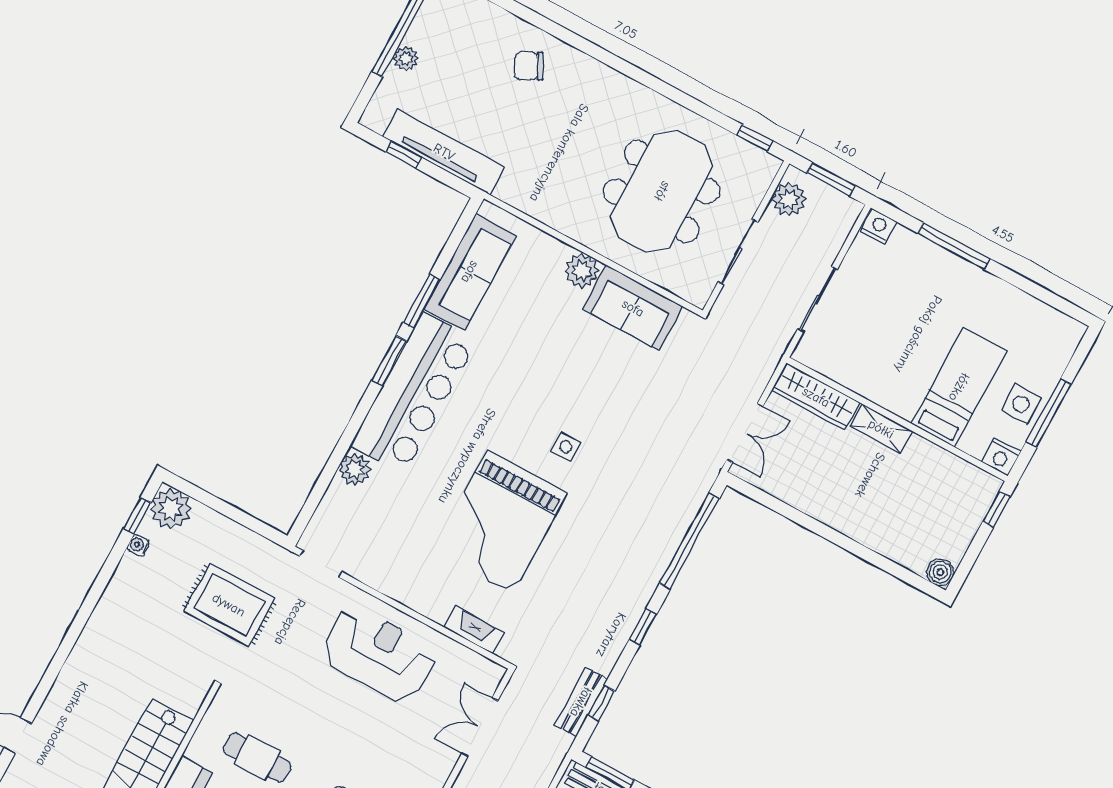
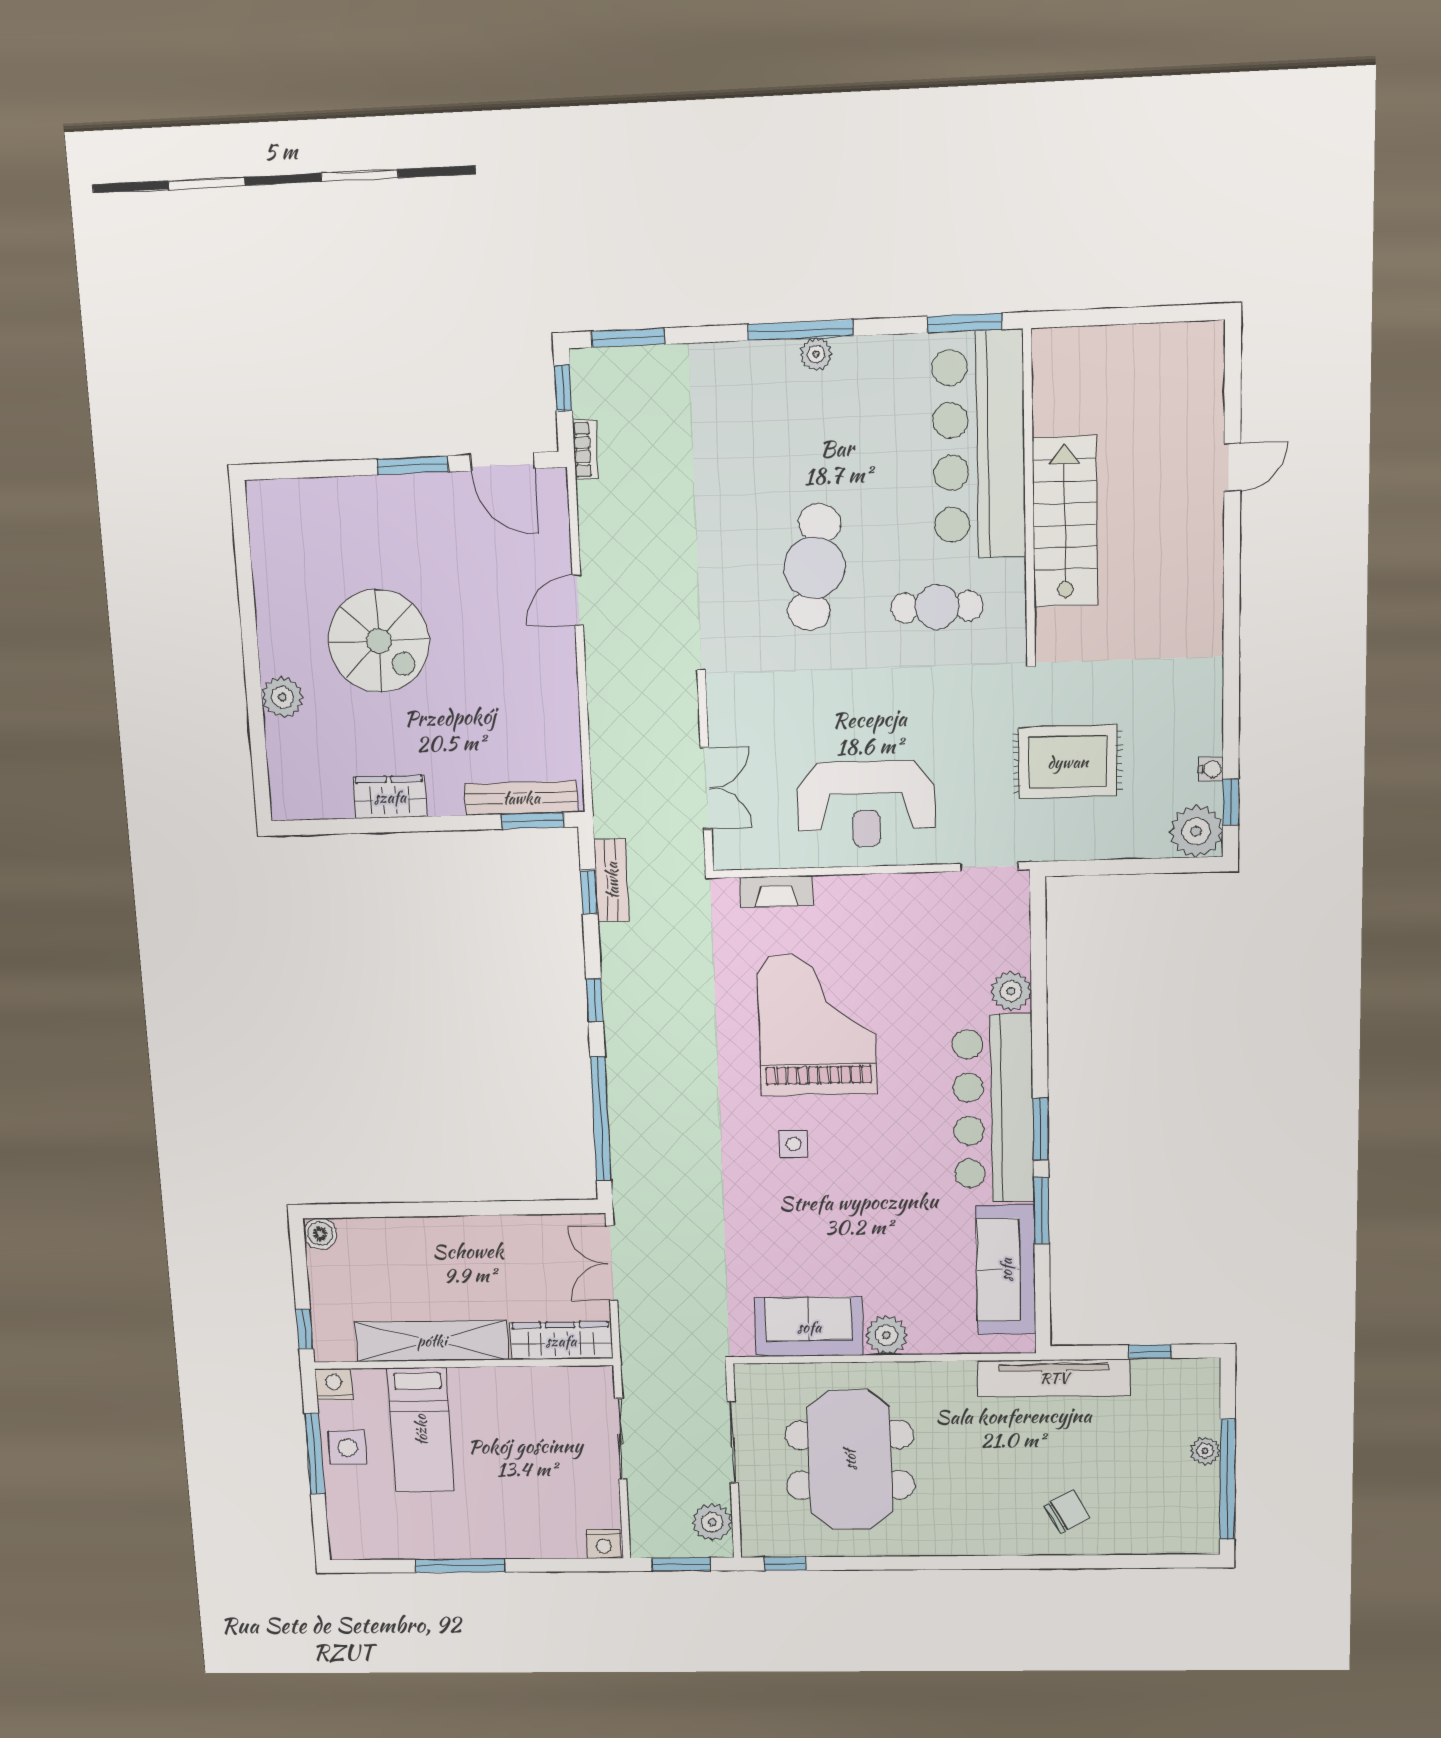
tv unit: (444, 152) -> (1054, 1378), moved
window: (954, 246) -> (460, 1566), moved
shelving: (881, 429) -> (432, 1341), width x2.20, depth x1.33

